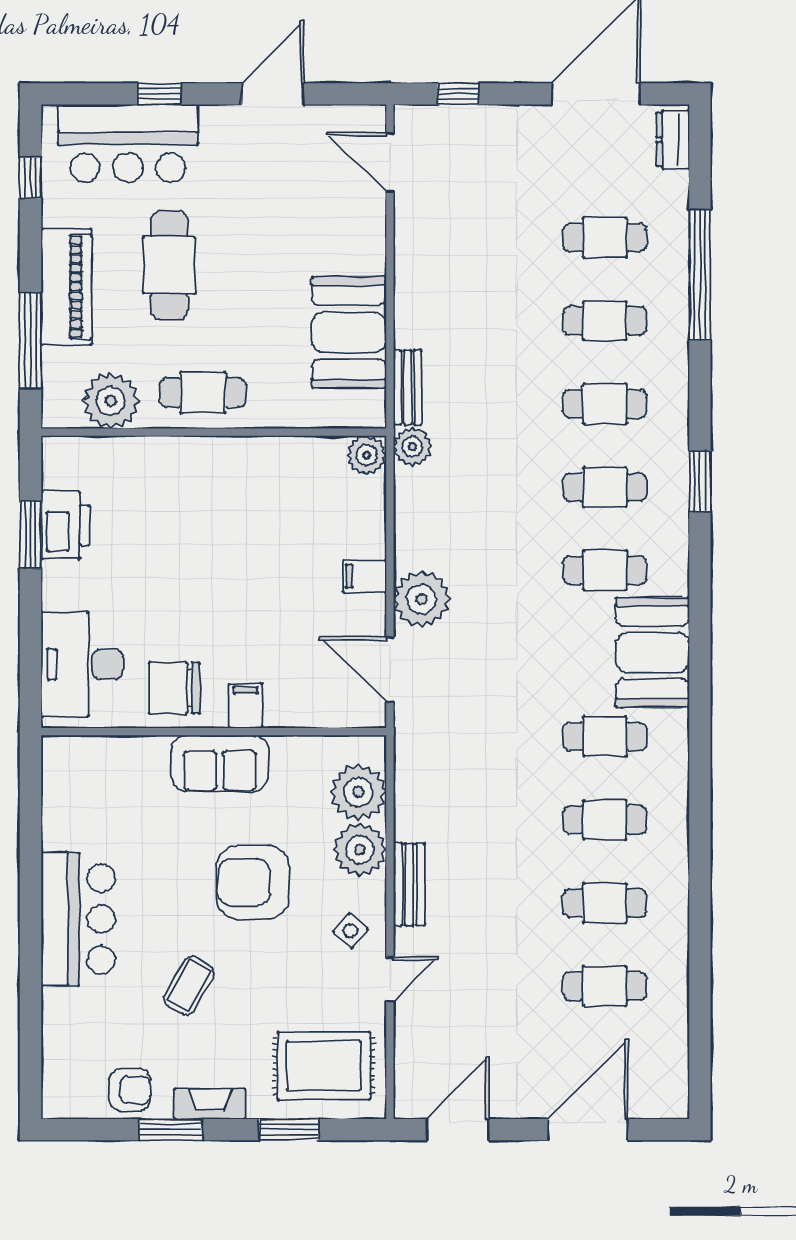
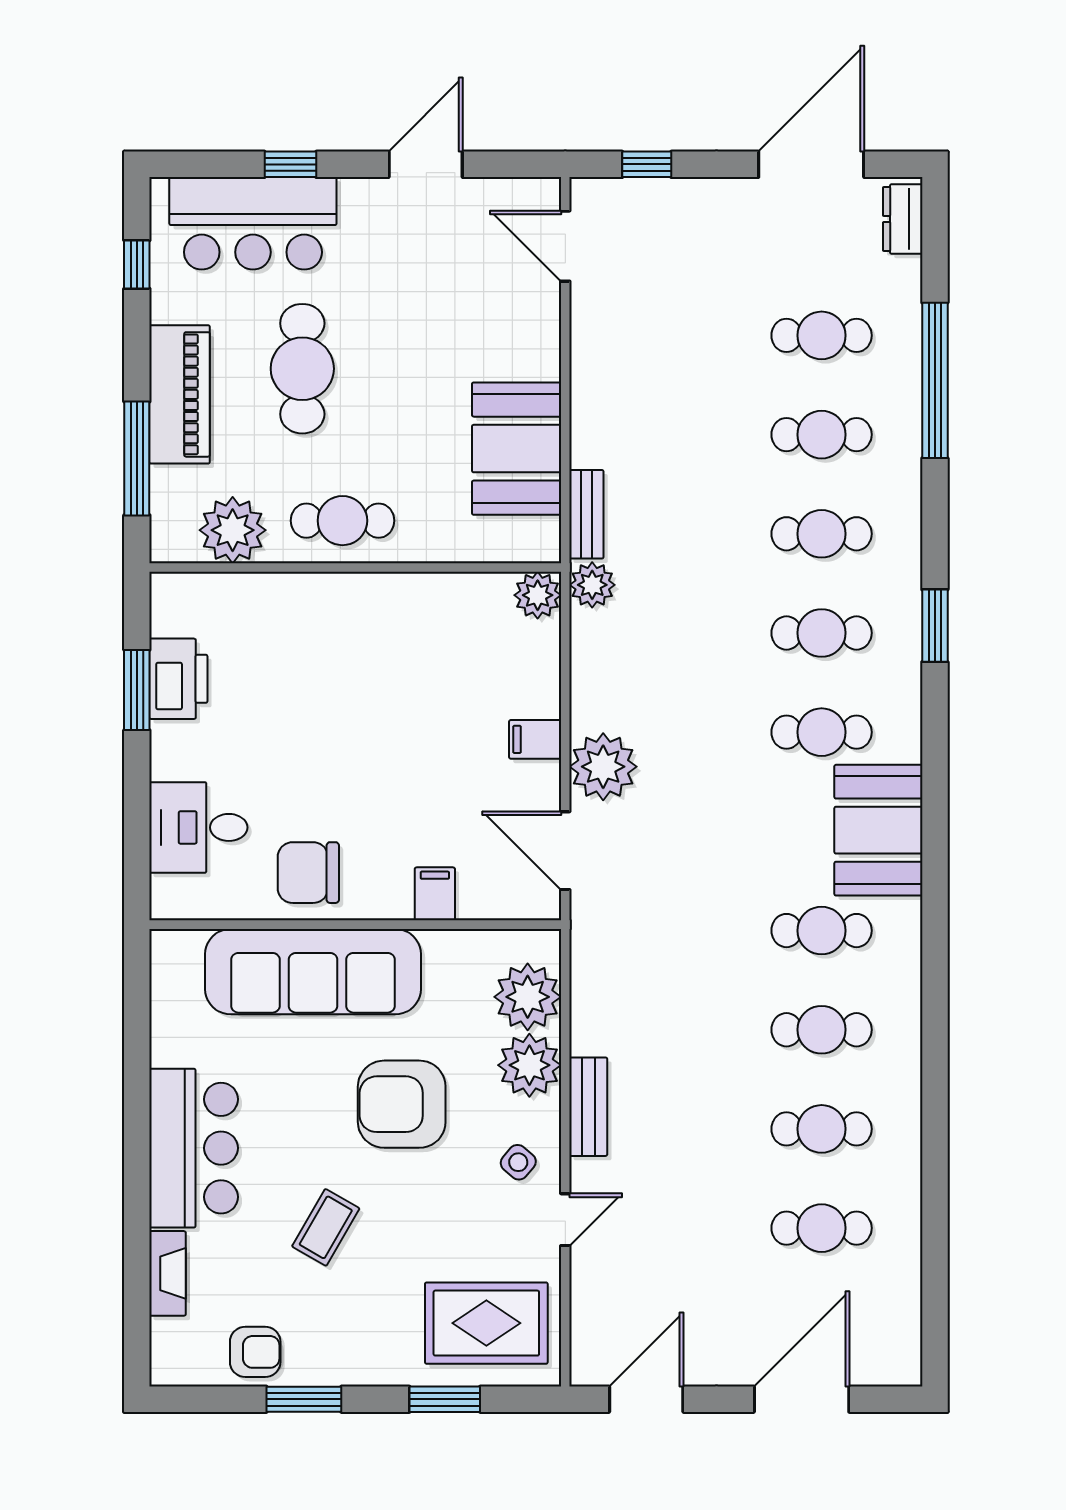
desk: (82, 664) -> (198, 827), width x0.73
filing cabinet: (245, 706) -> (435, 894), moved
sofa: (220, 763) -> (313, 972), width x1.85, depth x1.27
fireplace: (210, 1104) -> (168, 1273), moved, turned 90

